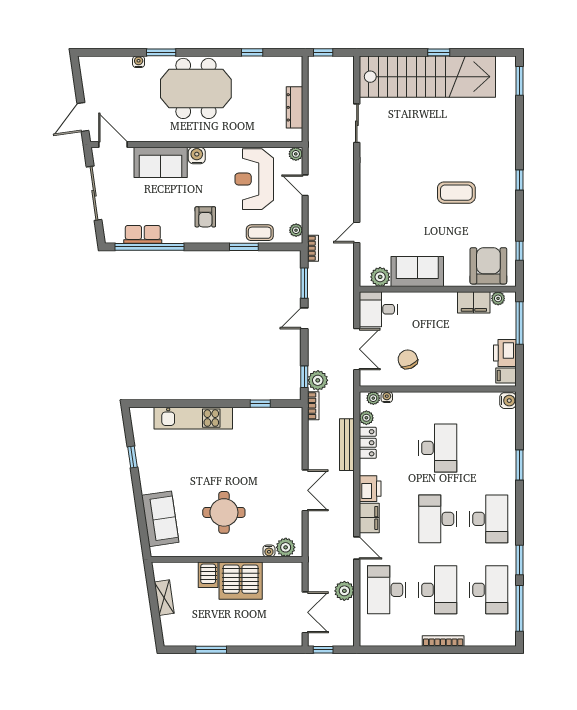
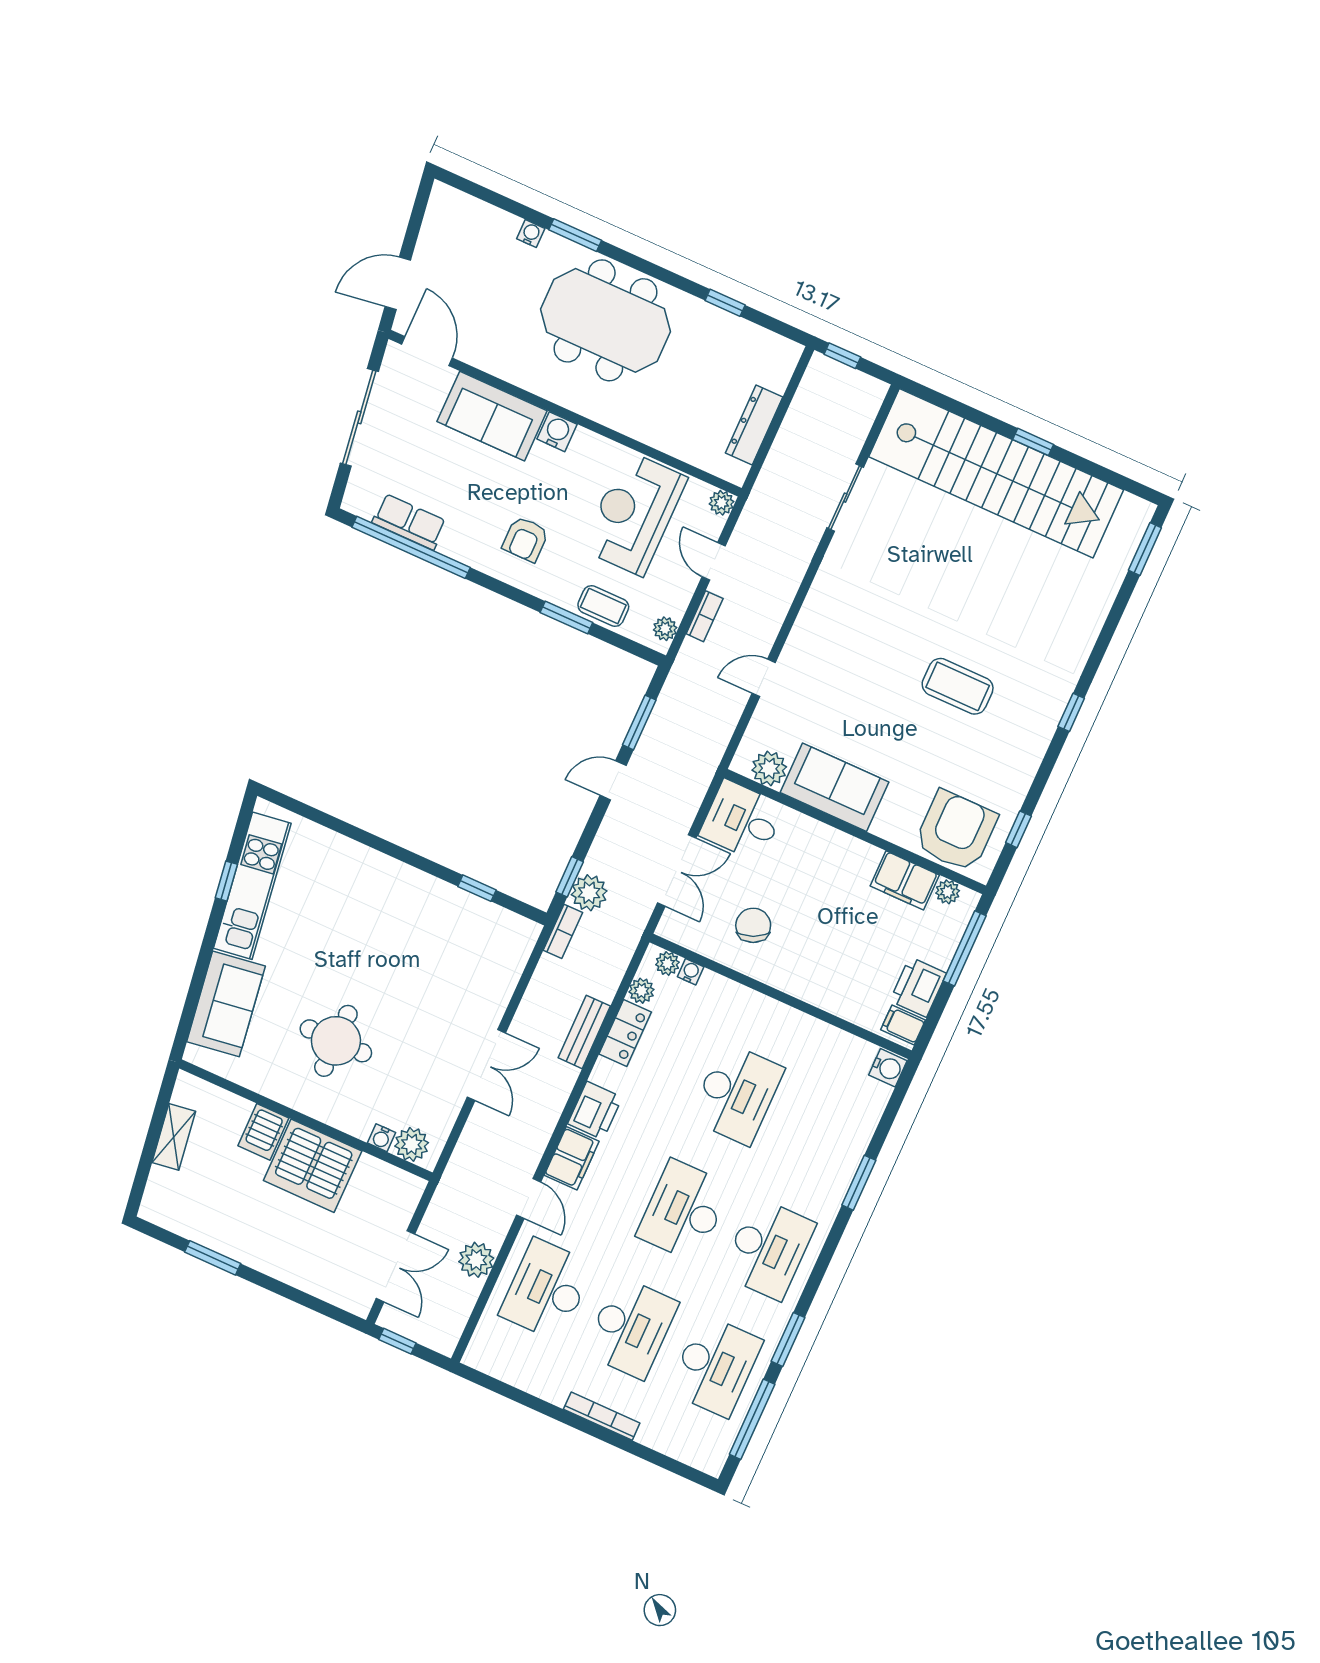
bookcase: (313, 248) -> (705, 616), moved
kitchen unit: (193, 418) -> (252, 886), moved, turned -98
bench: (347, 445) -> (584, 1032), width x0.73

